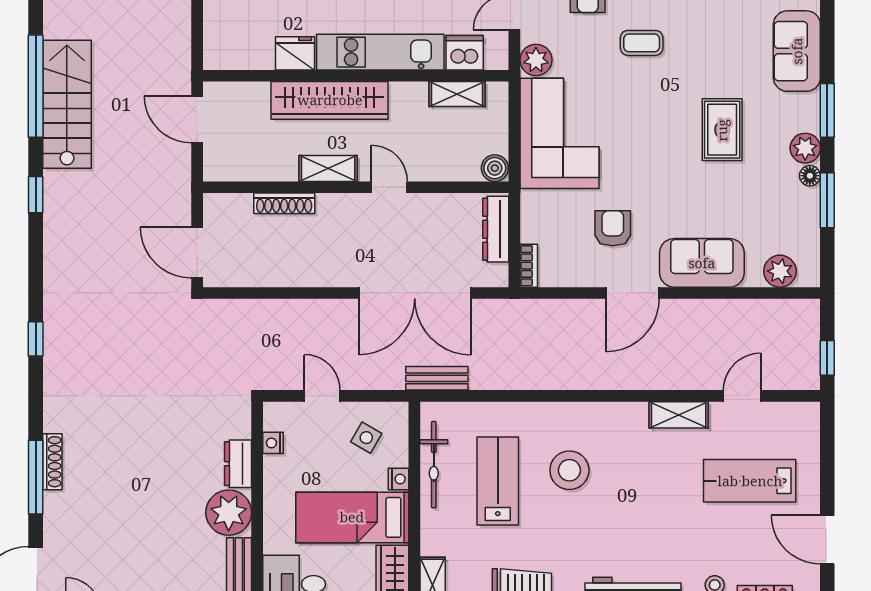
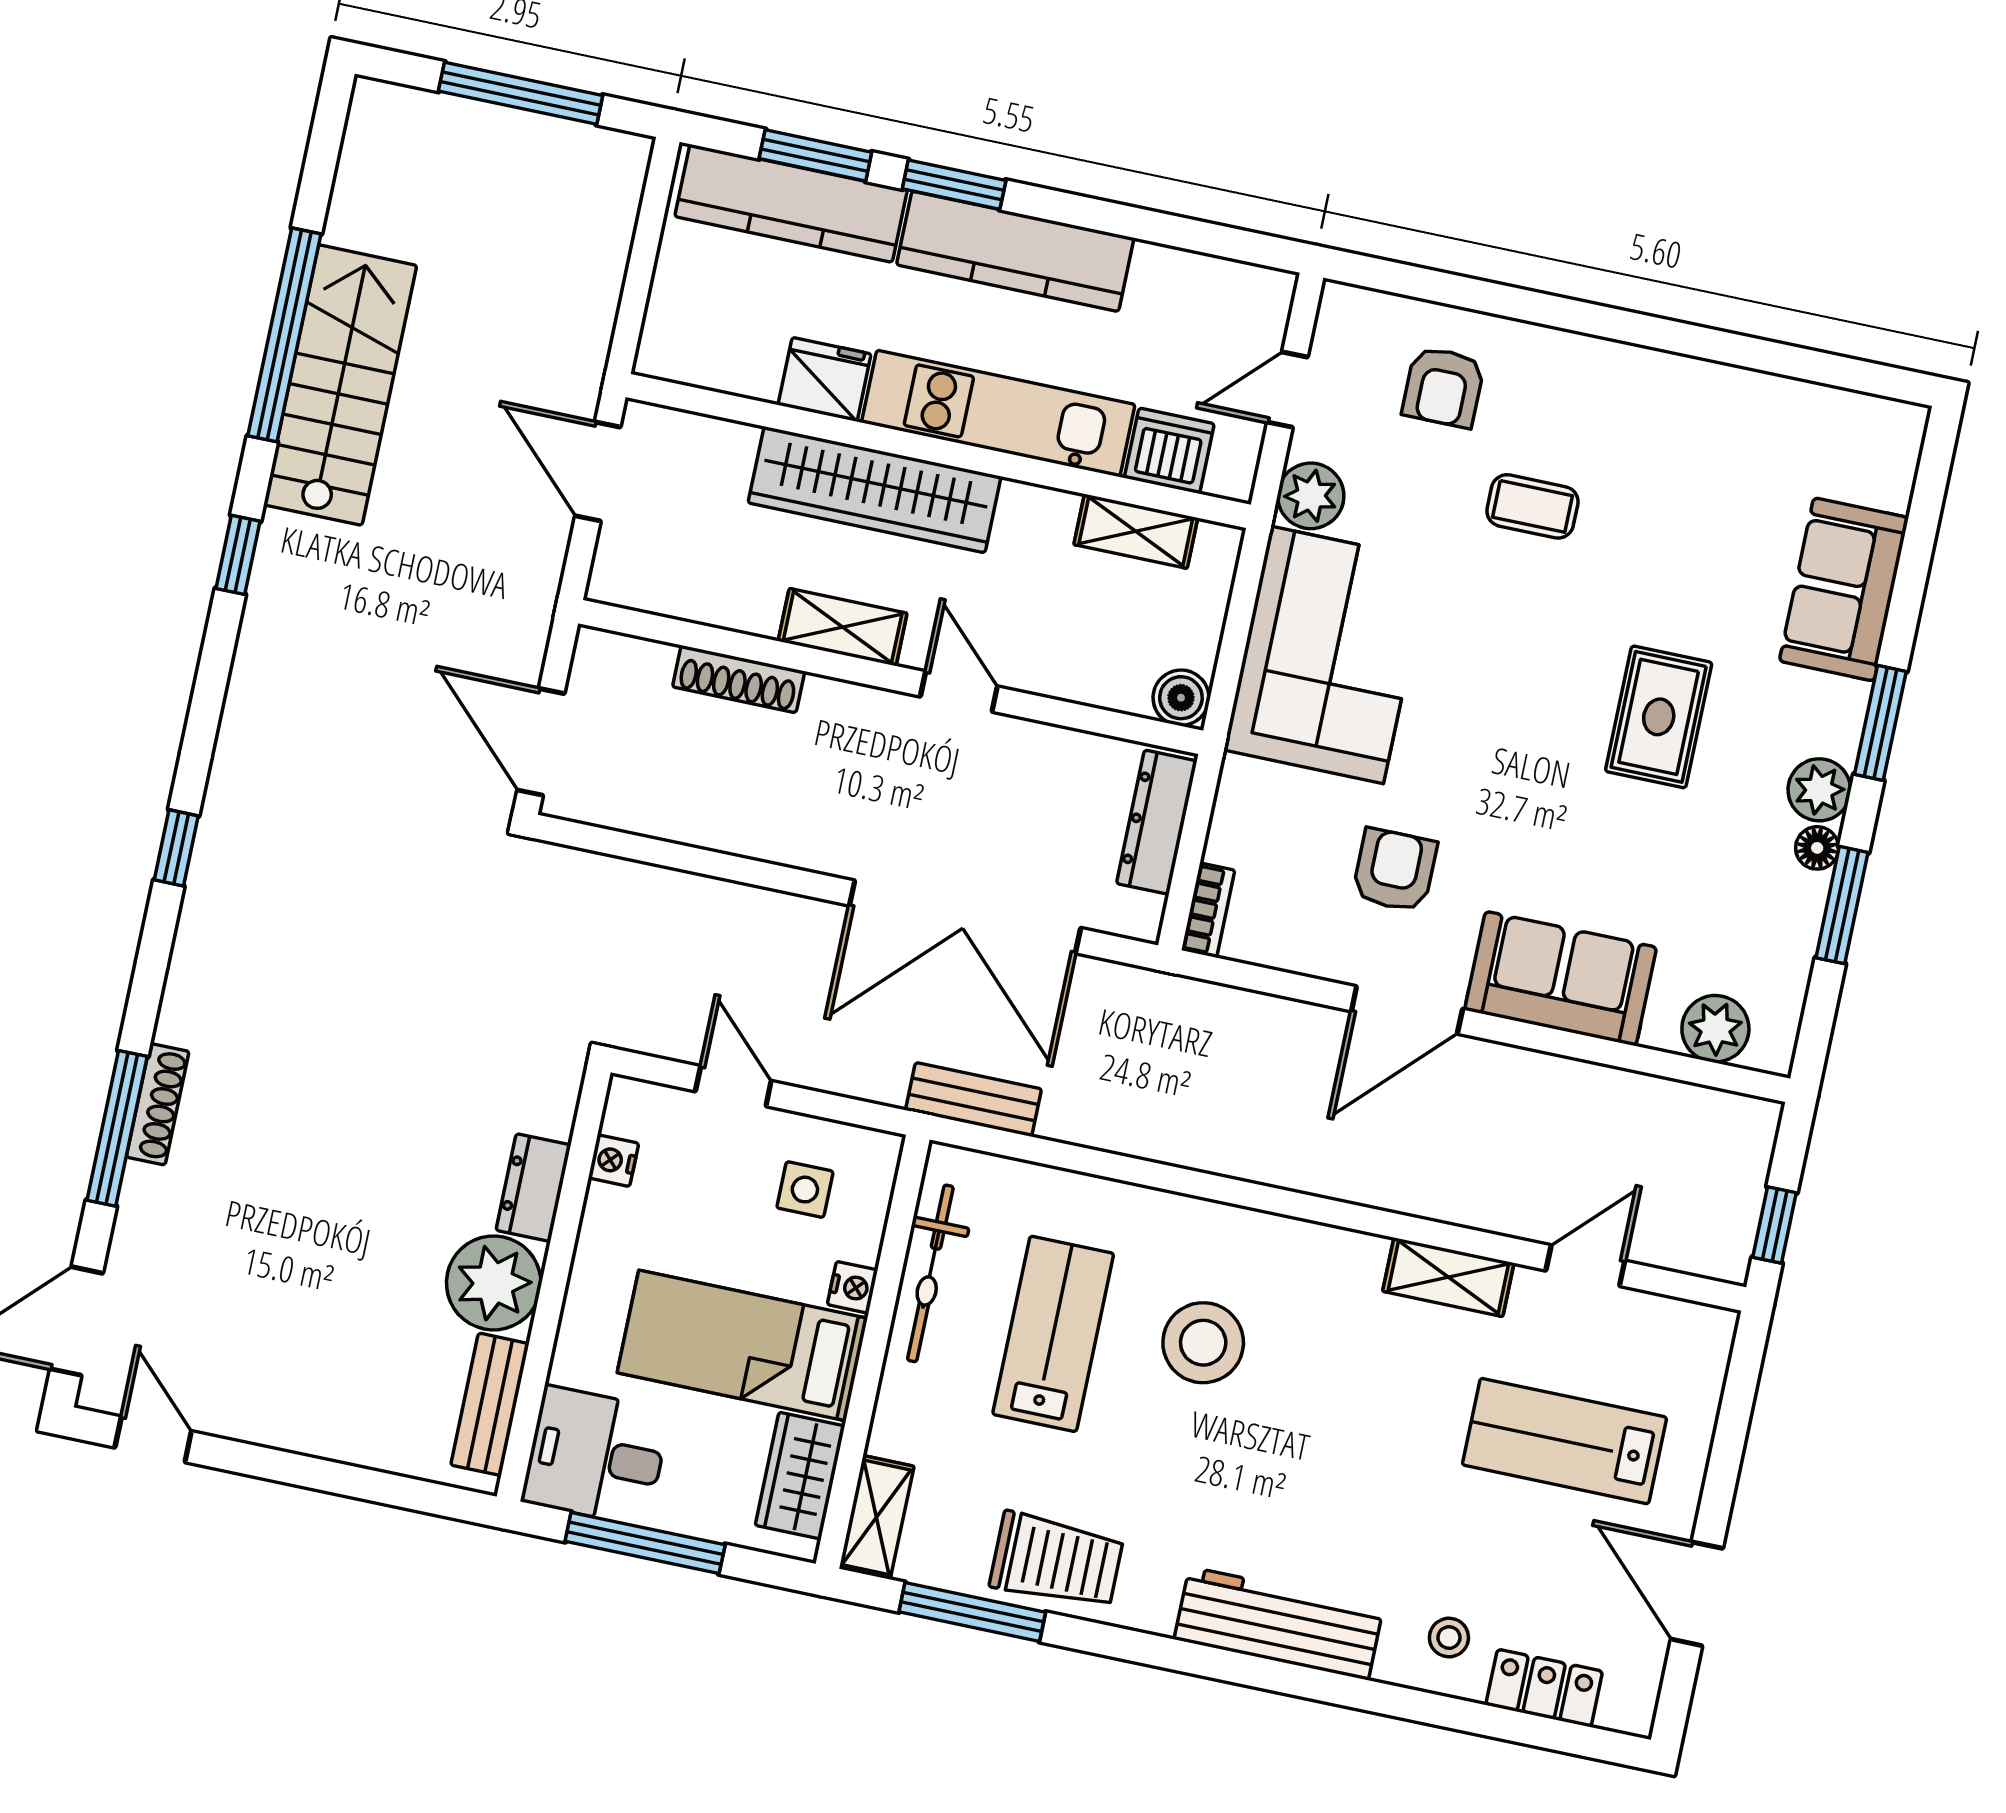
side table: (366, 438) -> (805, 1190), turned -30

